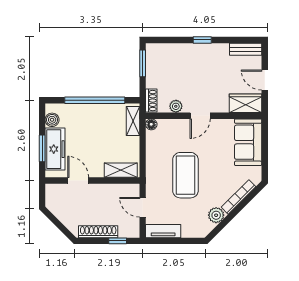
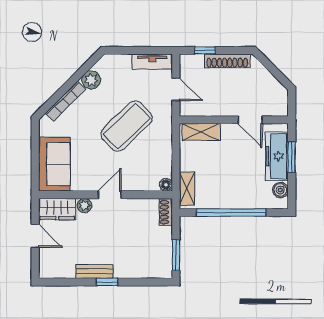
bench: (246, 49) -> (94, 271), moved
plant: (176, 106) -> (84, 206), moved
coffee table: (185, 175) -> (127, 126), turned 46

